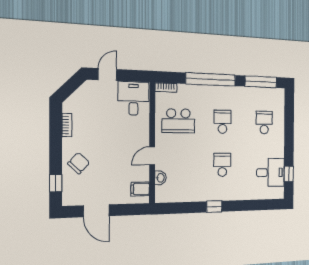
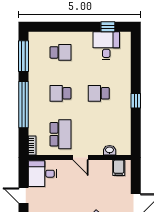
school desk: (264, 122) -> (60, 52), turned 180
door: (152, 156) -> (80, 157), moved

